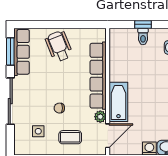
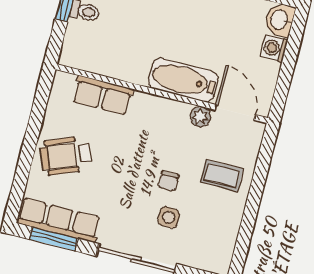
row of seats: (98, 76) -> (103, 95), width x0.50
side table: (38, 131) -> (169, 217), moved
coffee table: (70, 137) -> (222, 175), turned 90

